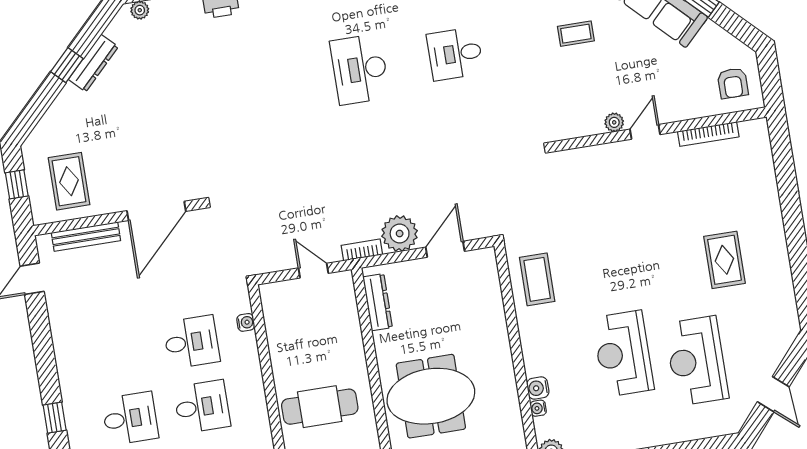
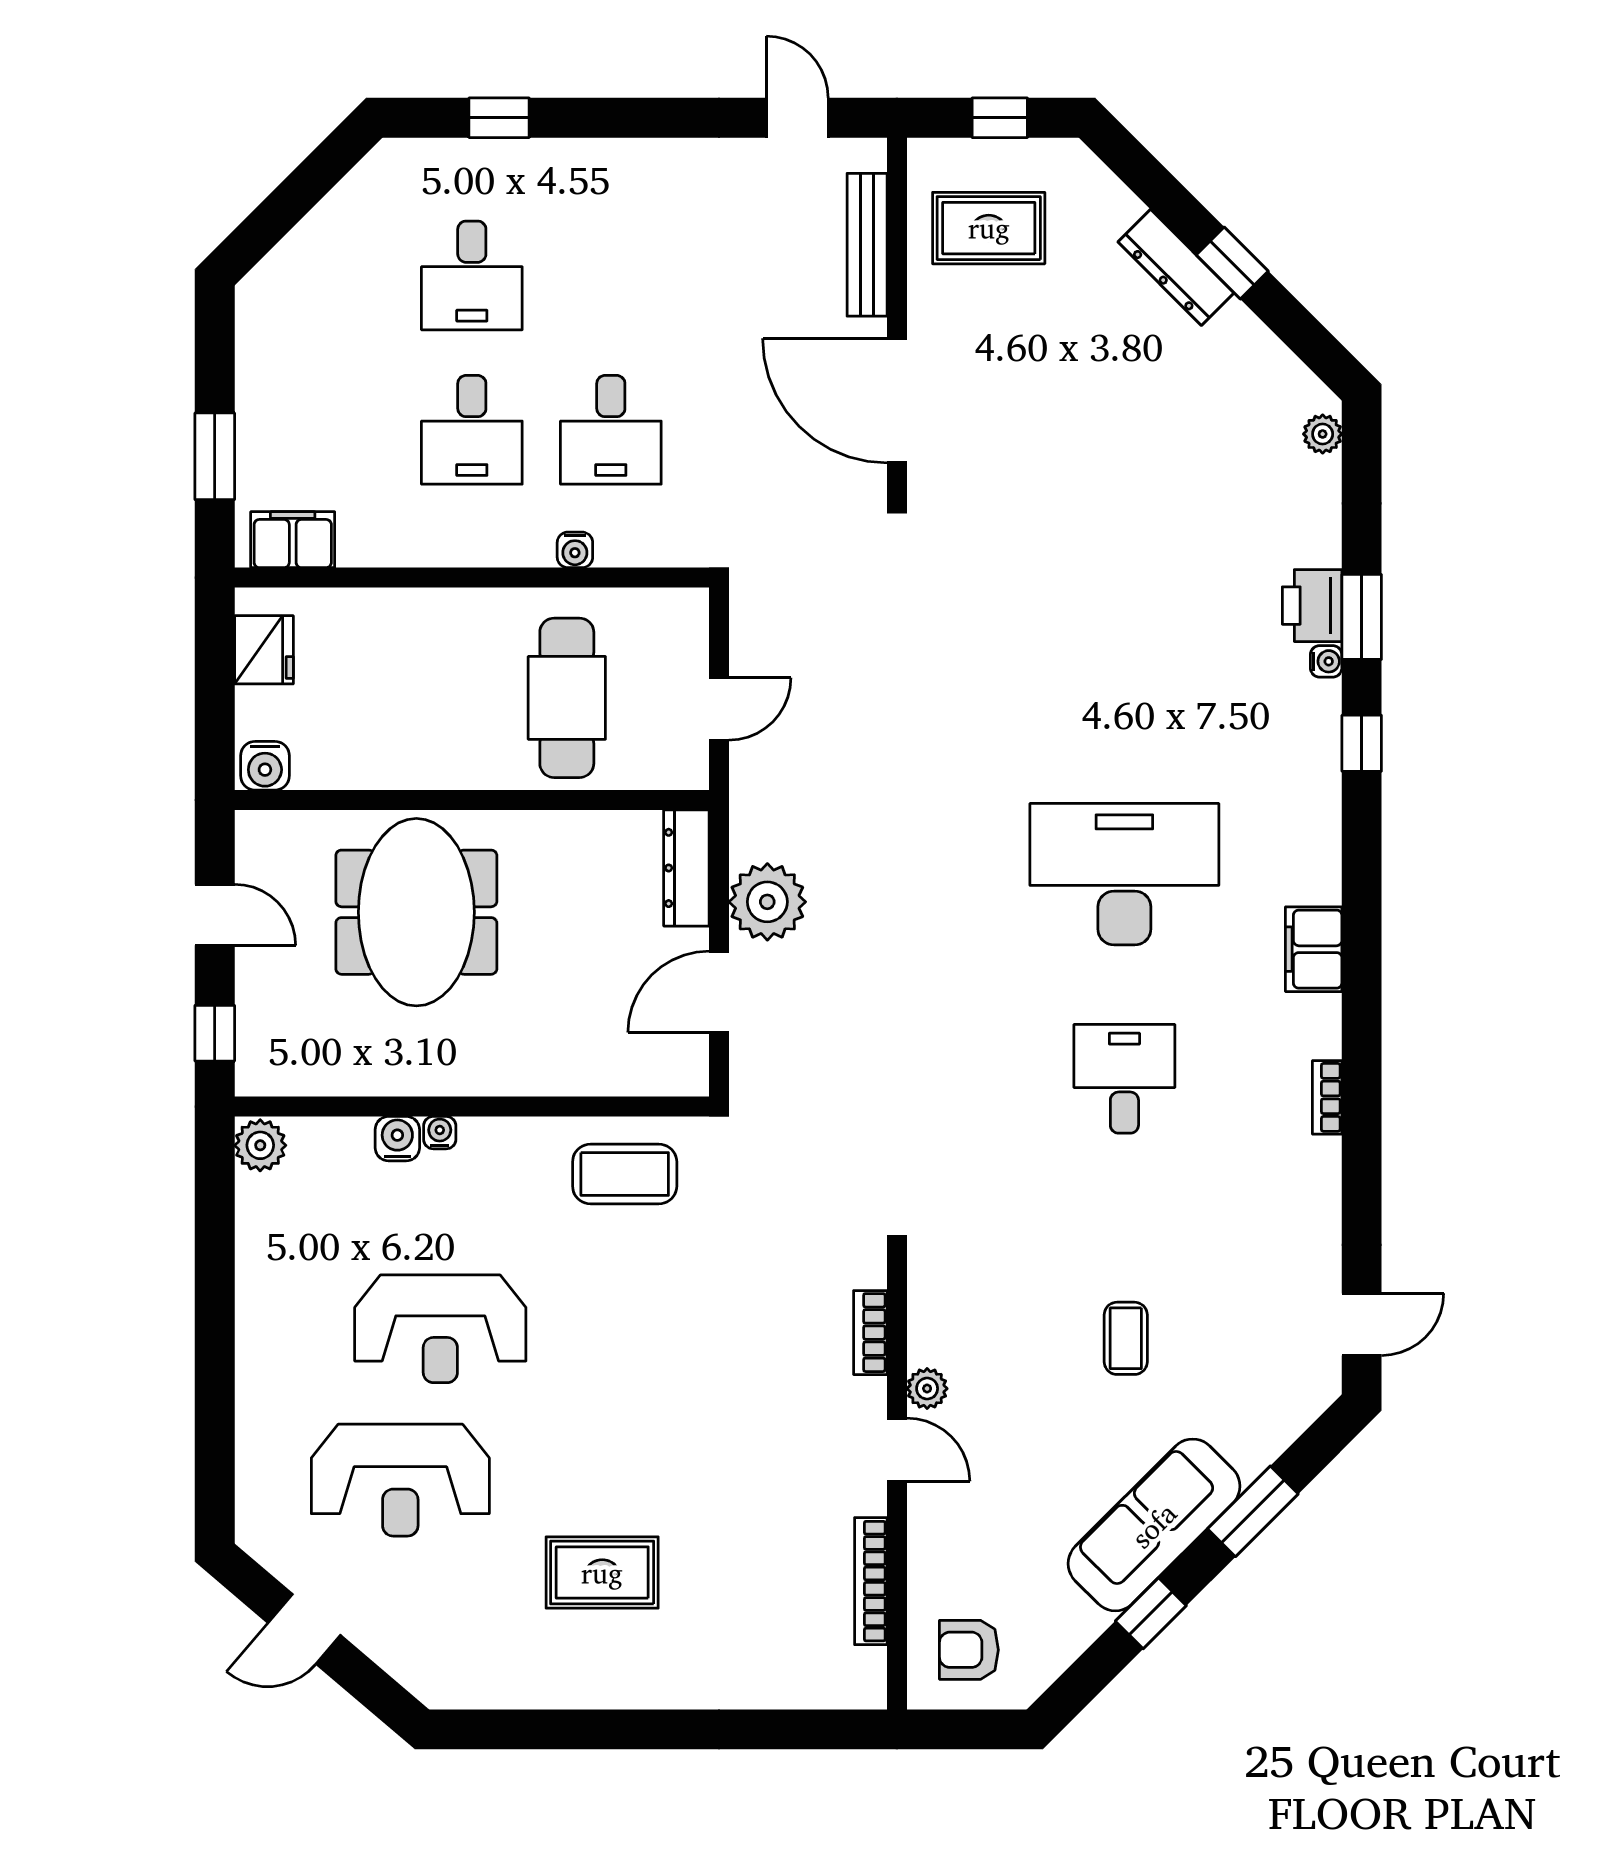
dresser: (93, 63) -> (1176, 267), moved
desk: (360, 69) -> (1124, 874), width x1.36, depth x1.30
door: (445, 249) -> (719, 992), swing flipped
bookcase: (362, 250) -> (870, 1333), moved, turned 180
dresser: (378, 302) -> (686, 868), moved, turned 90
water cooler: (246, 322) -> (575, 550), moved
reception desk: (623, 354) -> (440, 1329), turned 180
reception desk: (697, 361) -> (400, 1480), turned 180
cafe table: (320, 407) -> (567, 698), moved
water cooler: (538, 408) -> (440, 1133), moved

